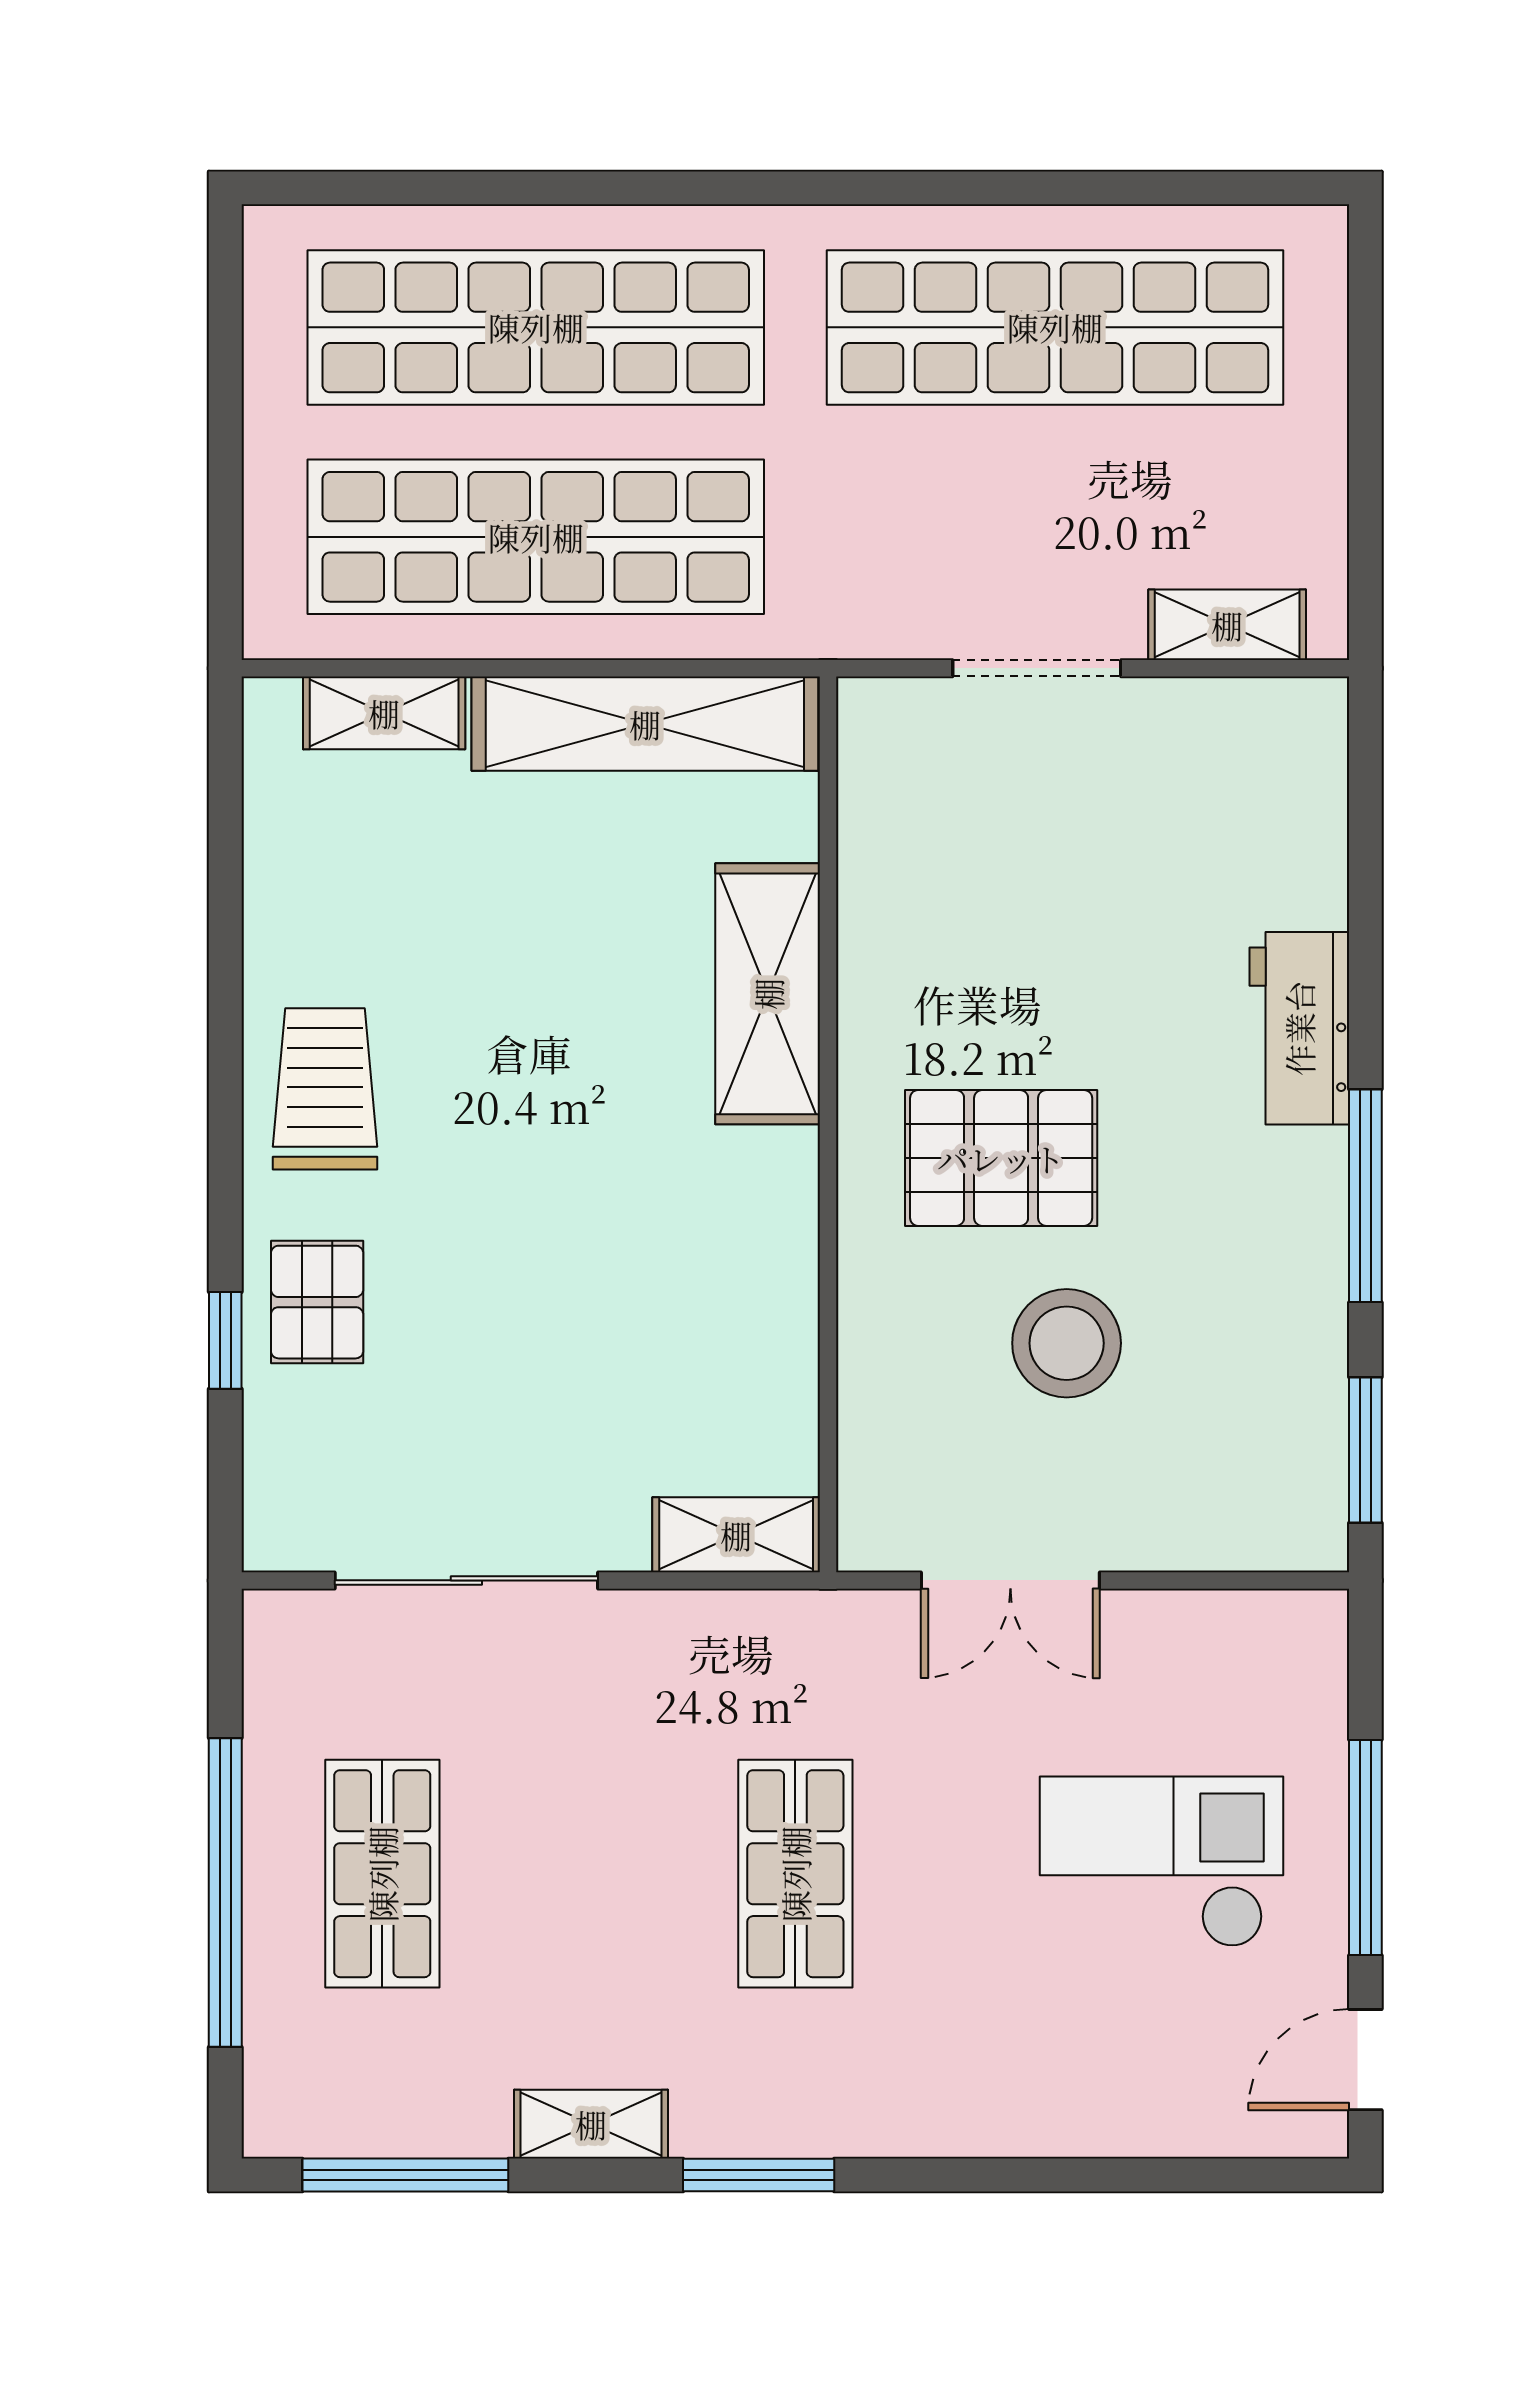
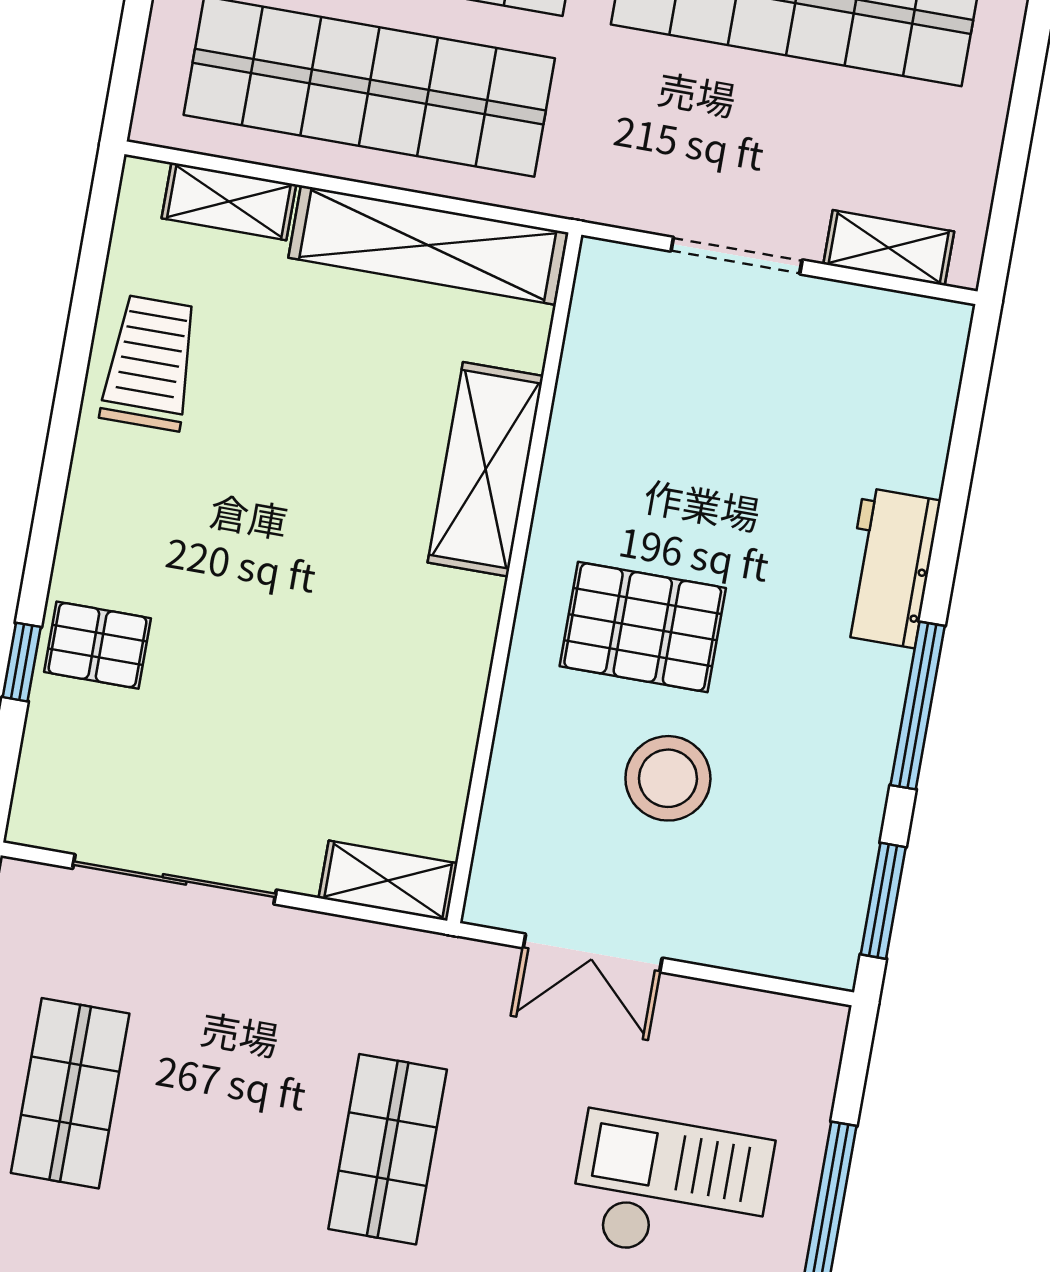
trolley: (325, 1089) -> (150, 363), moved
pallet: (317, 1302) -> (98, 645), turned 90

